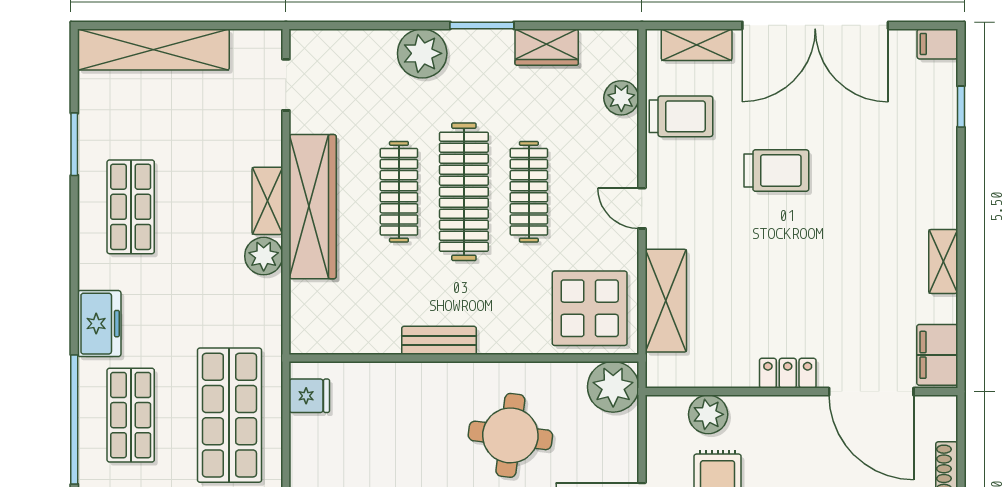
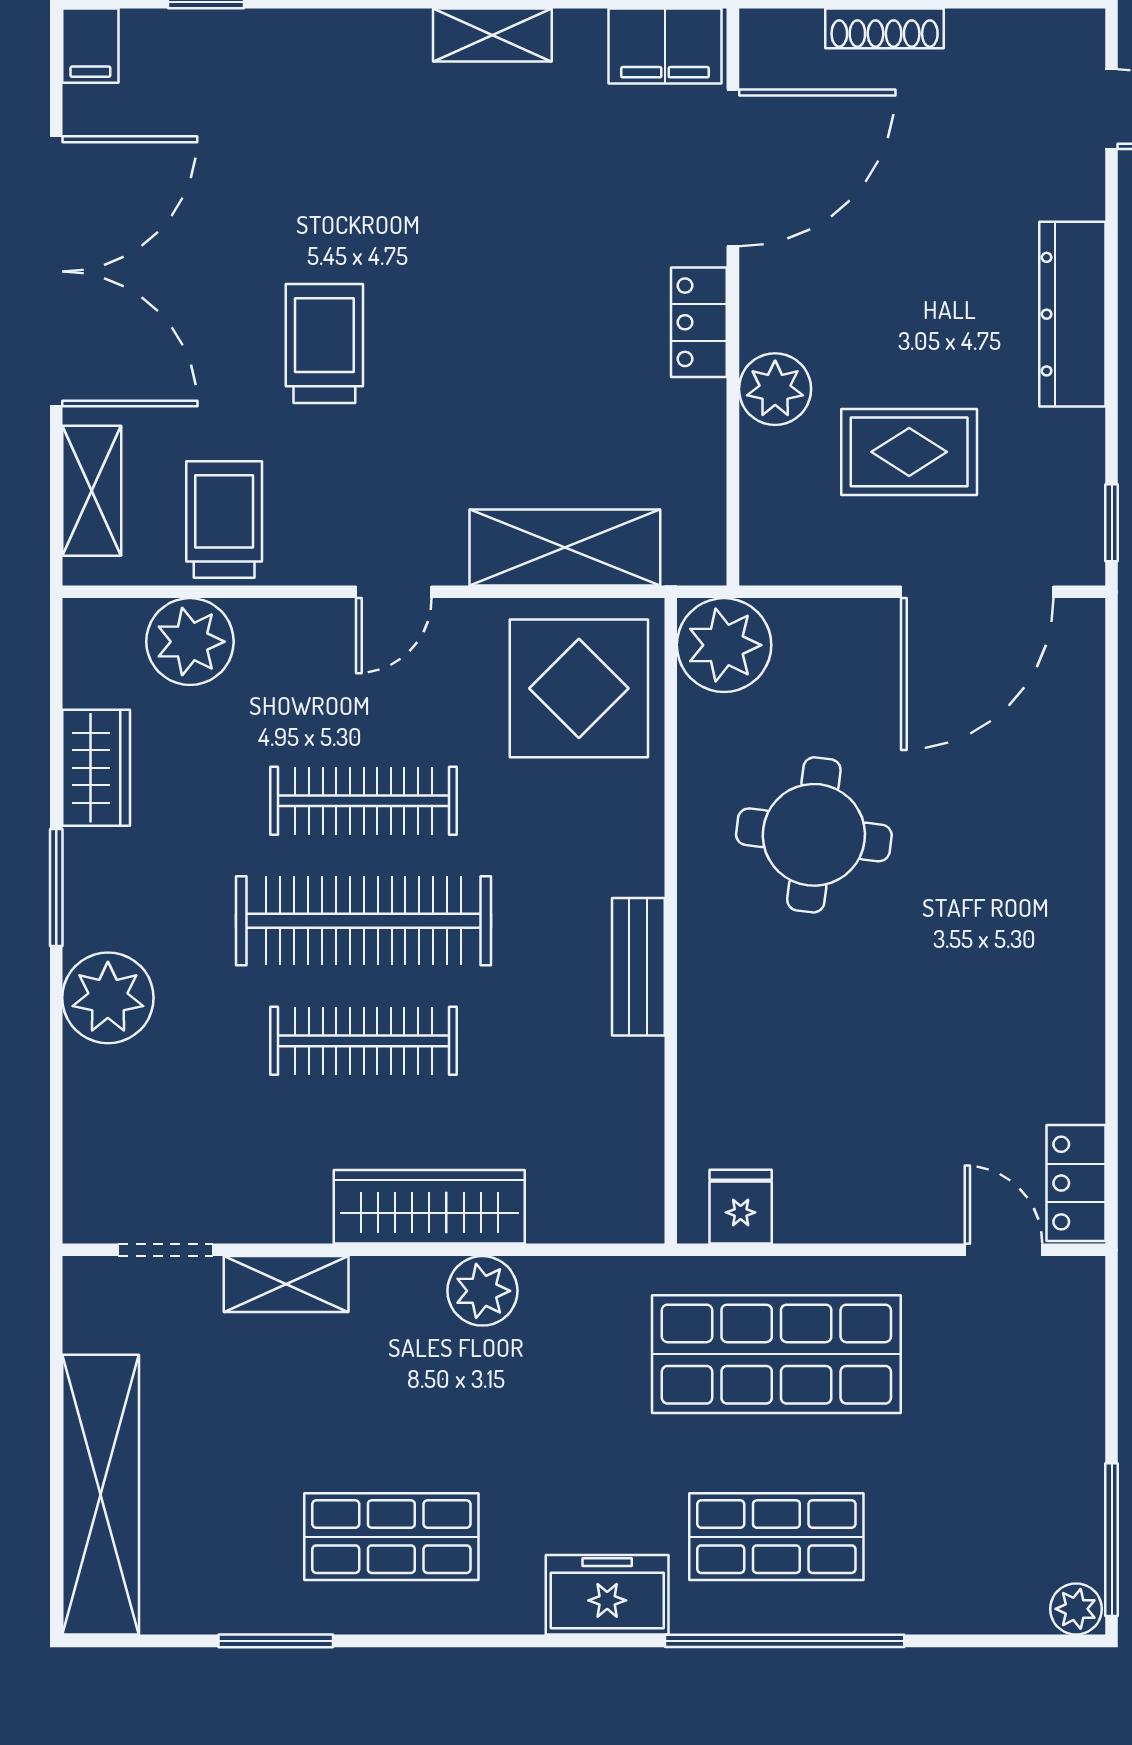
plant: (621, 98) -> (190, 642), width x1.36, depth x1.36
shelving: (267, 201) -> (286, 1284), moved
wardrobe: (313, 207) -> (429, 1207), width x0.71, depth x0.85
plant: (708, 414) -> (775, 389), moved

